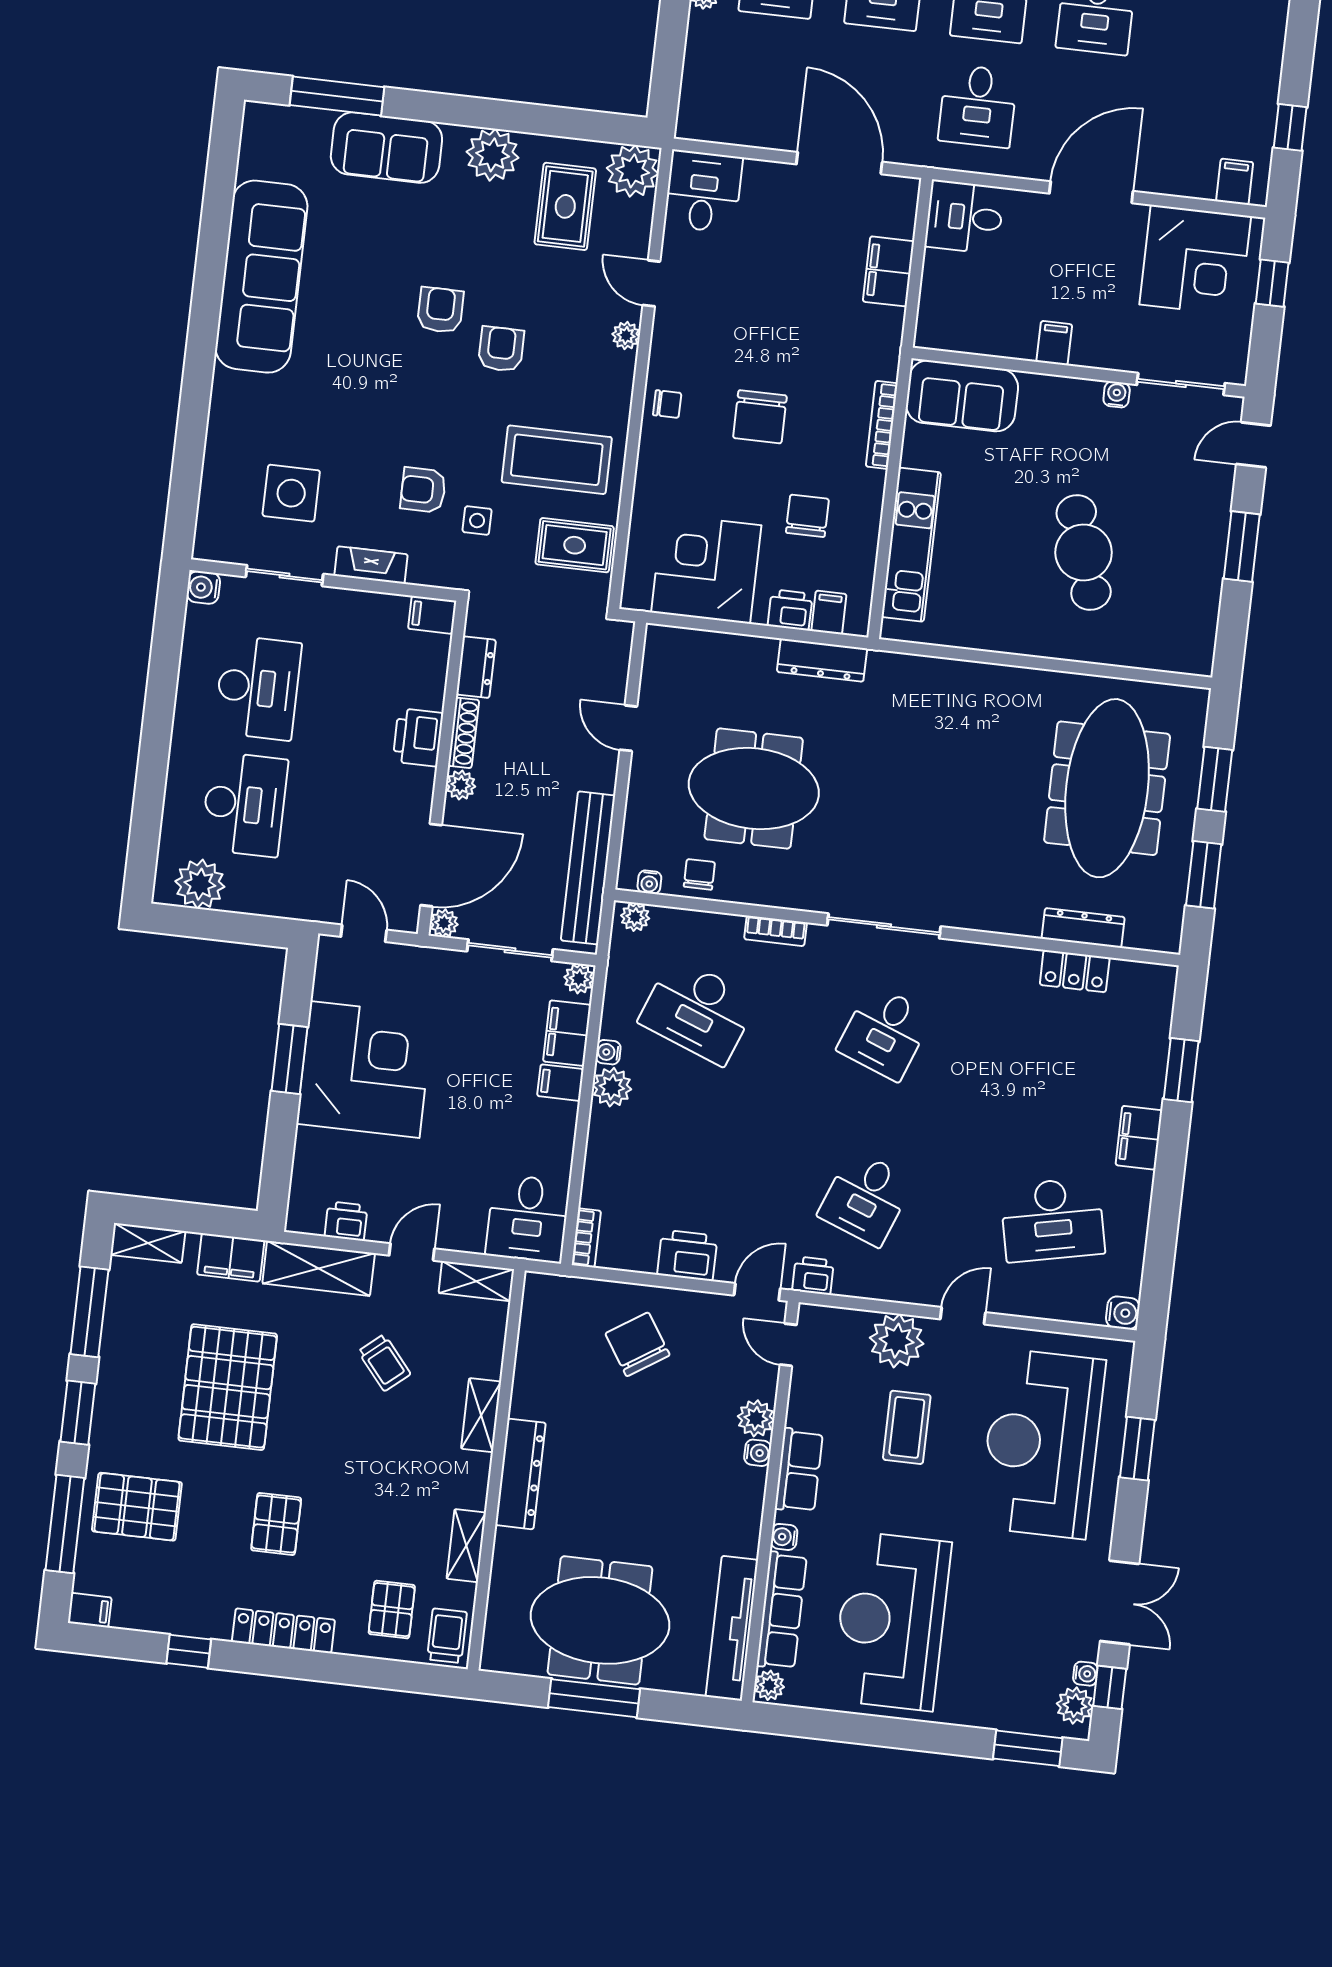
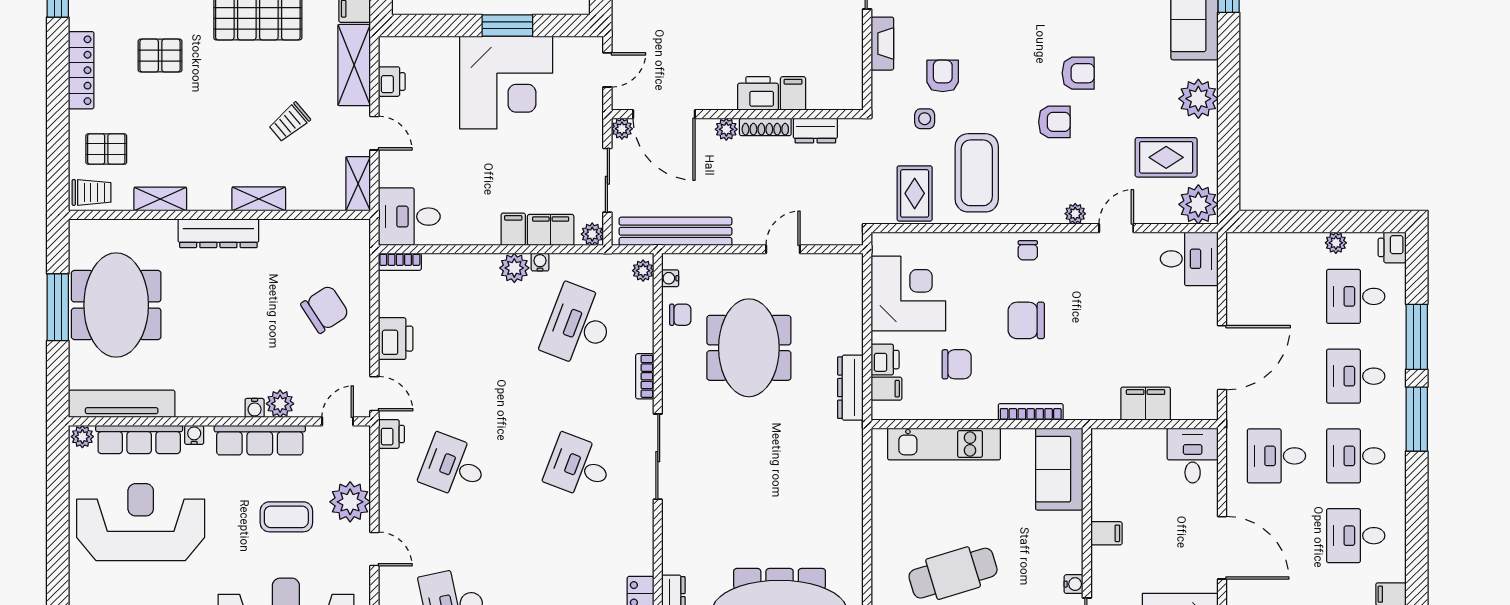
filing cabinet: (432, 615) -> (793, 93), moved
row of seats: (799, 1470) -> (260, 440), width x1.48

